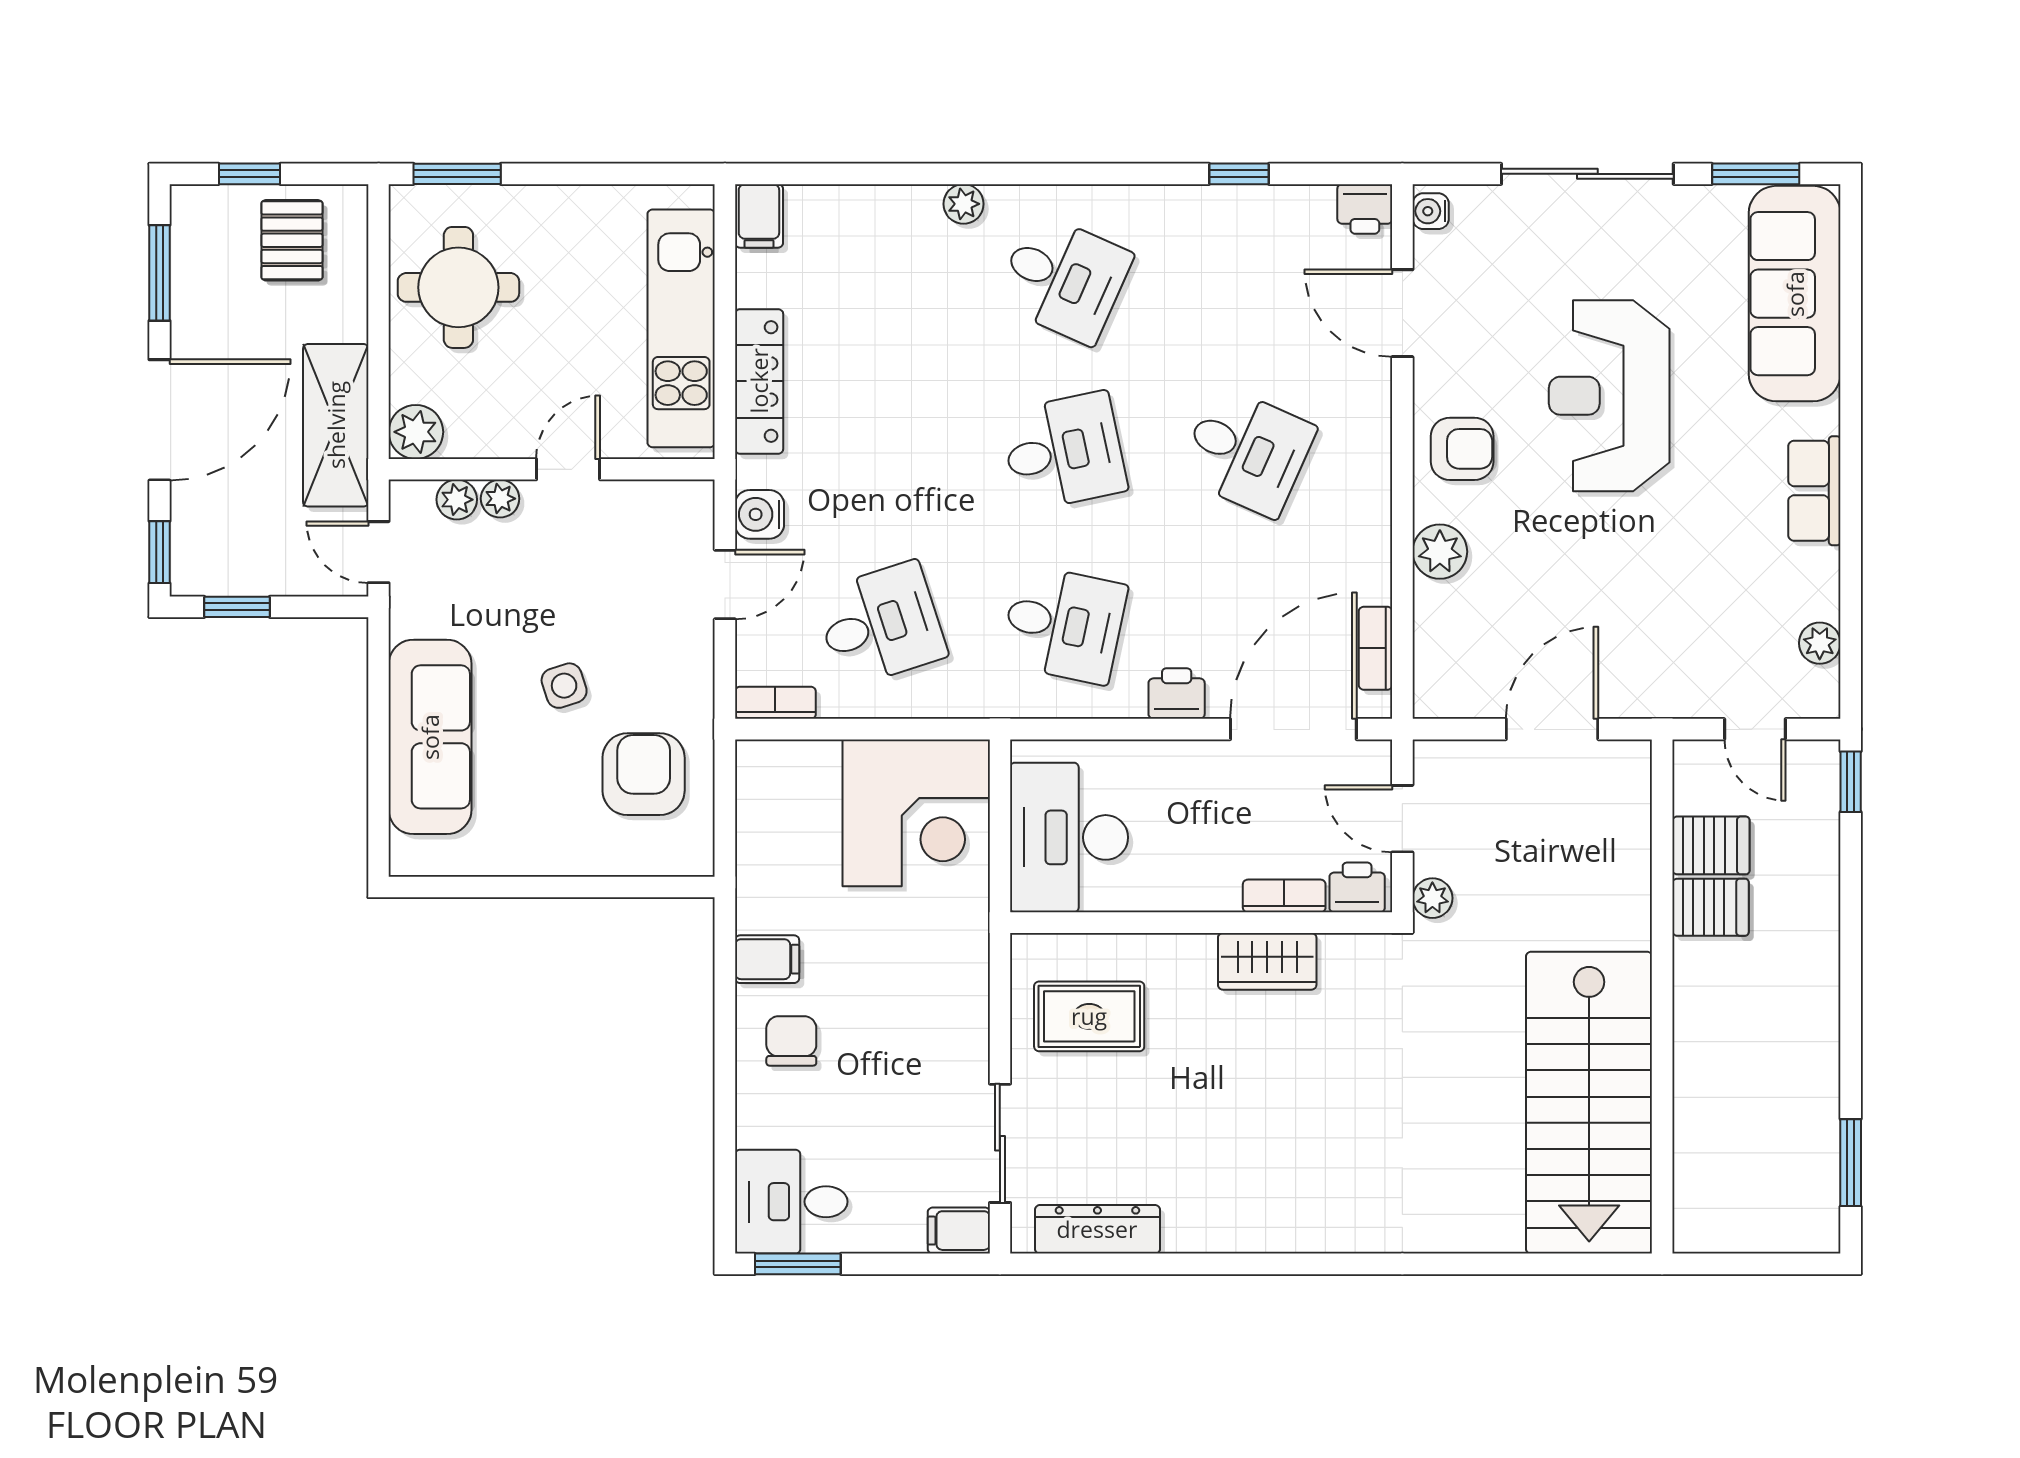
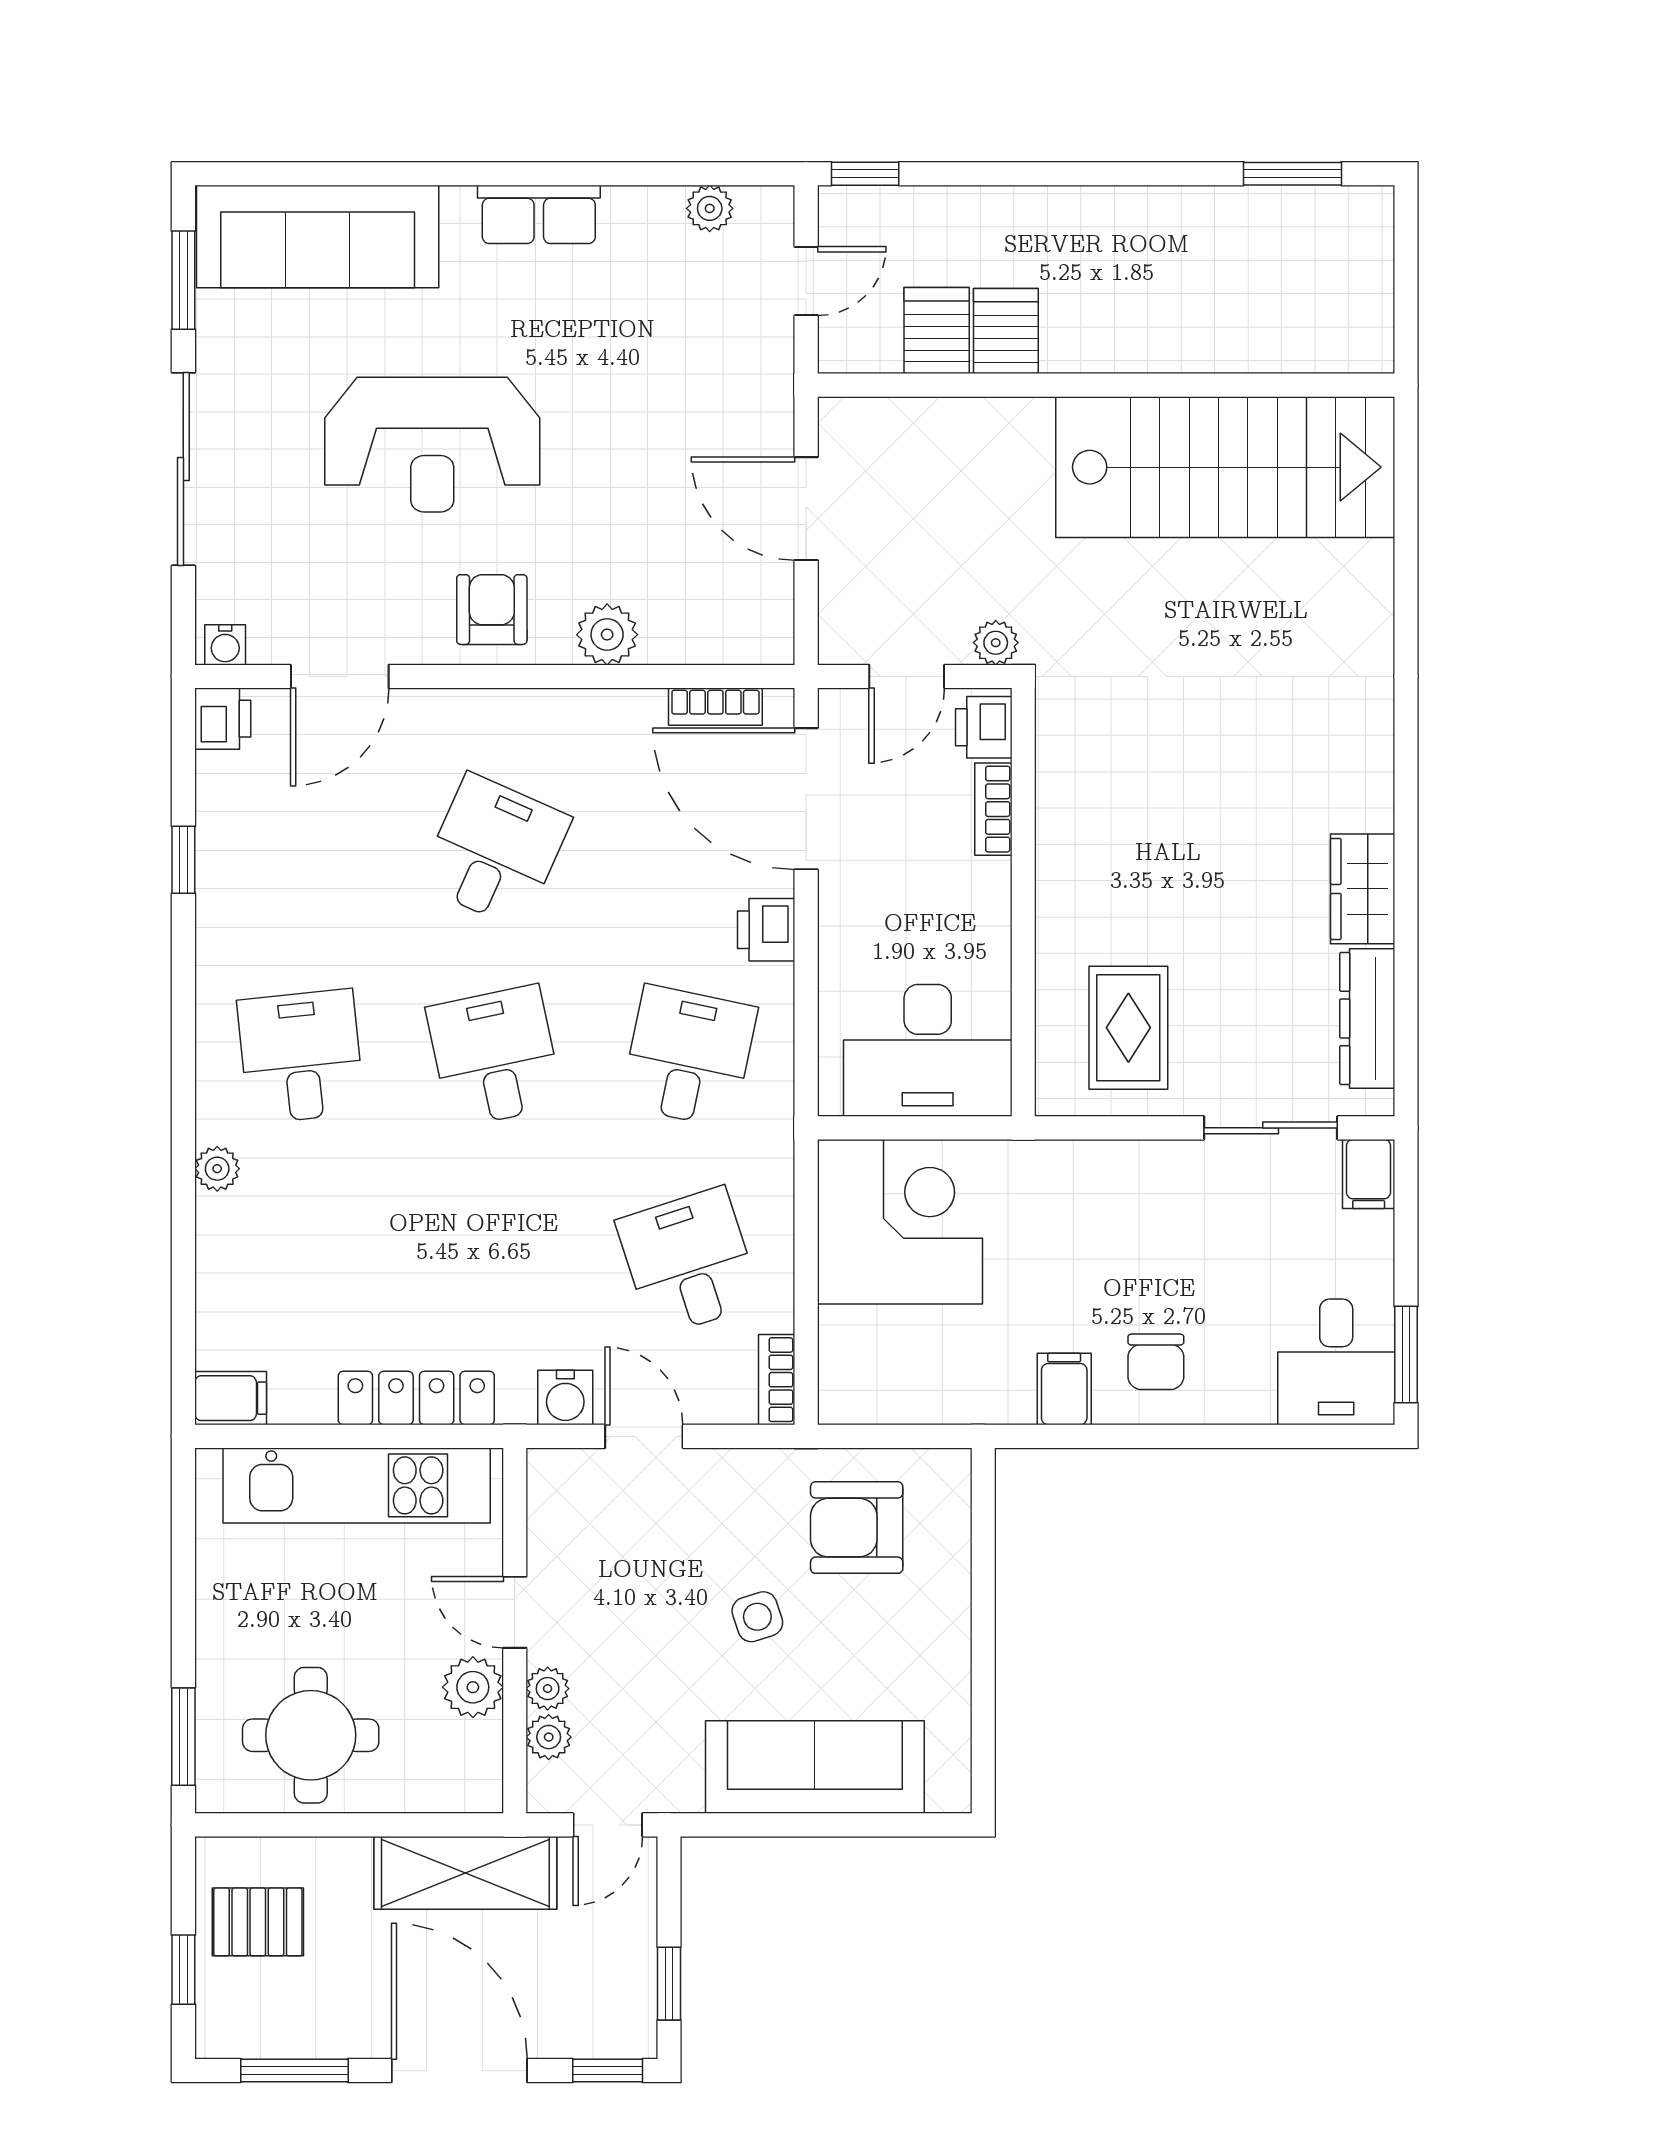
desk: (1064, 279) -> (301, 1056), turned -30
plant: (416, 432) -> (473, 1687), moved
wardrobe: (1267, 961) -> (1363, 889), moved, turned 180
chair: (791, 1041) -> (1156, 1362), turned -90

